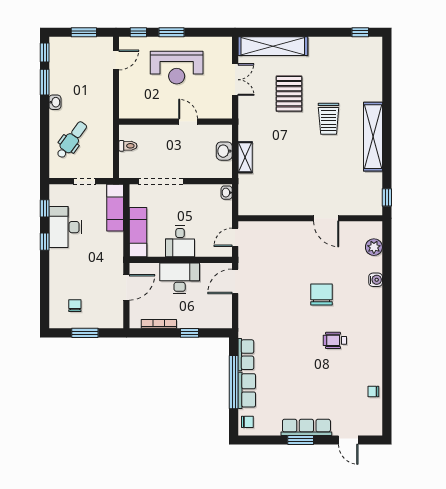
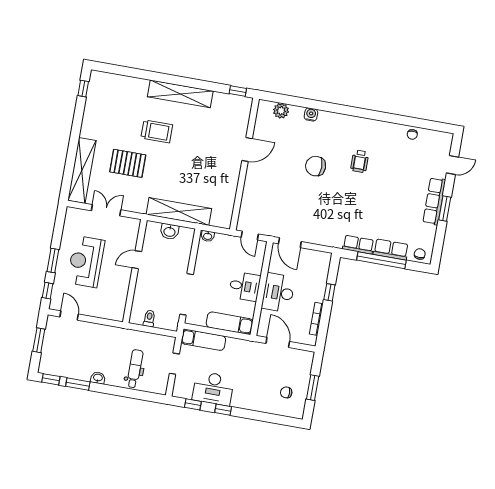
reception desk: (177, 68) -> (86, 262), turned 180
dental chair: (72, 140) -> (135, 369), turned 54
shelving: (245, 157) -> (179, 212), width x2.20, depth x1.33

